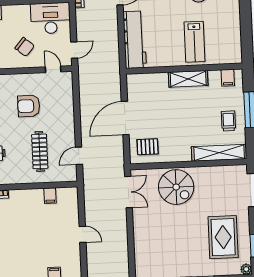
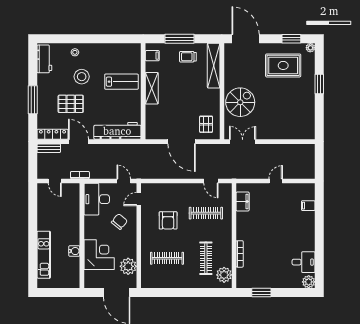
filing cabinet: (50, 196) -> (243, 201), width x2.00

